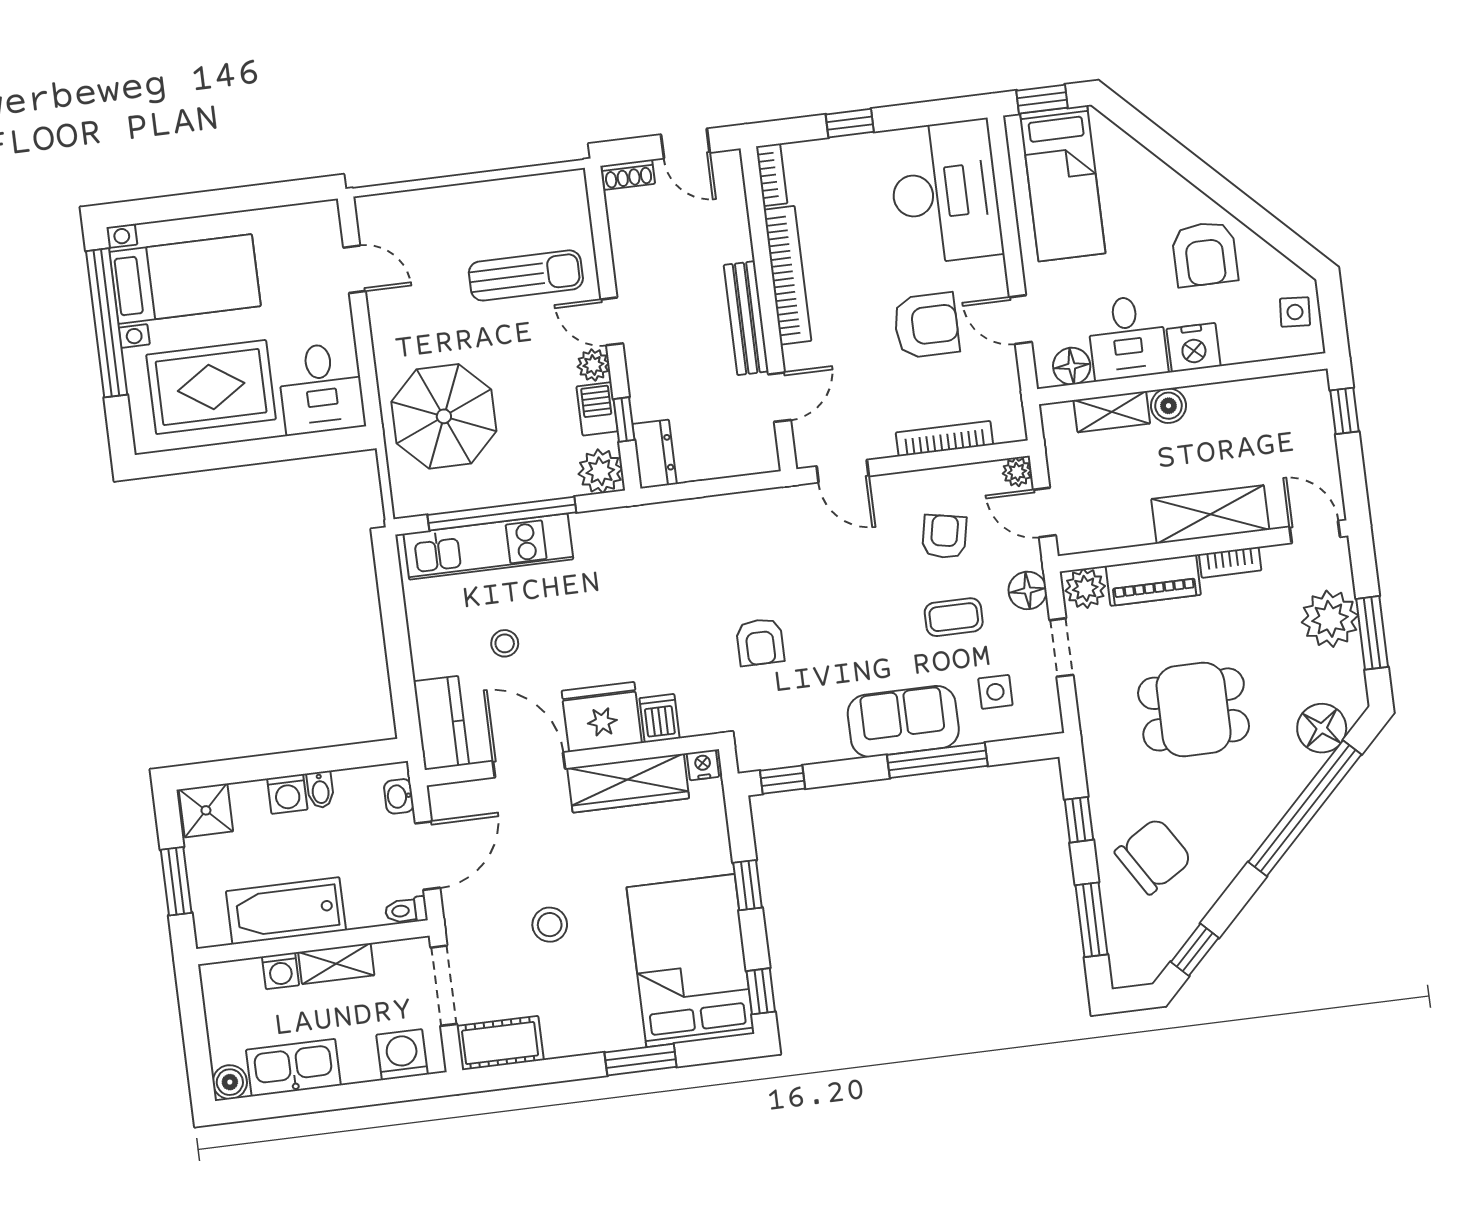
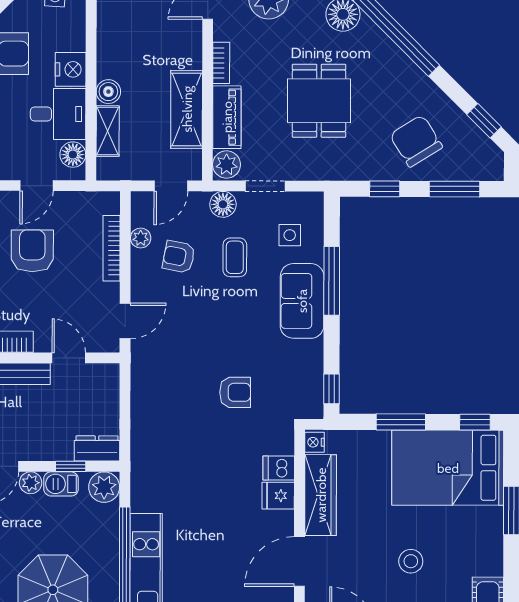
plant: (1017, 472) -> (141, 238), moved
shelving: (1210, 514) -> (187, 109), moved
stool: (505, 643) -> (214, 568), removed
fridge: (602, 717) -> (278, 496), width x0.53, depth x0.75
window: (748, 885) -> (401, 422), width x1.50

